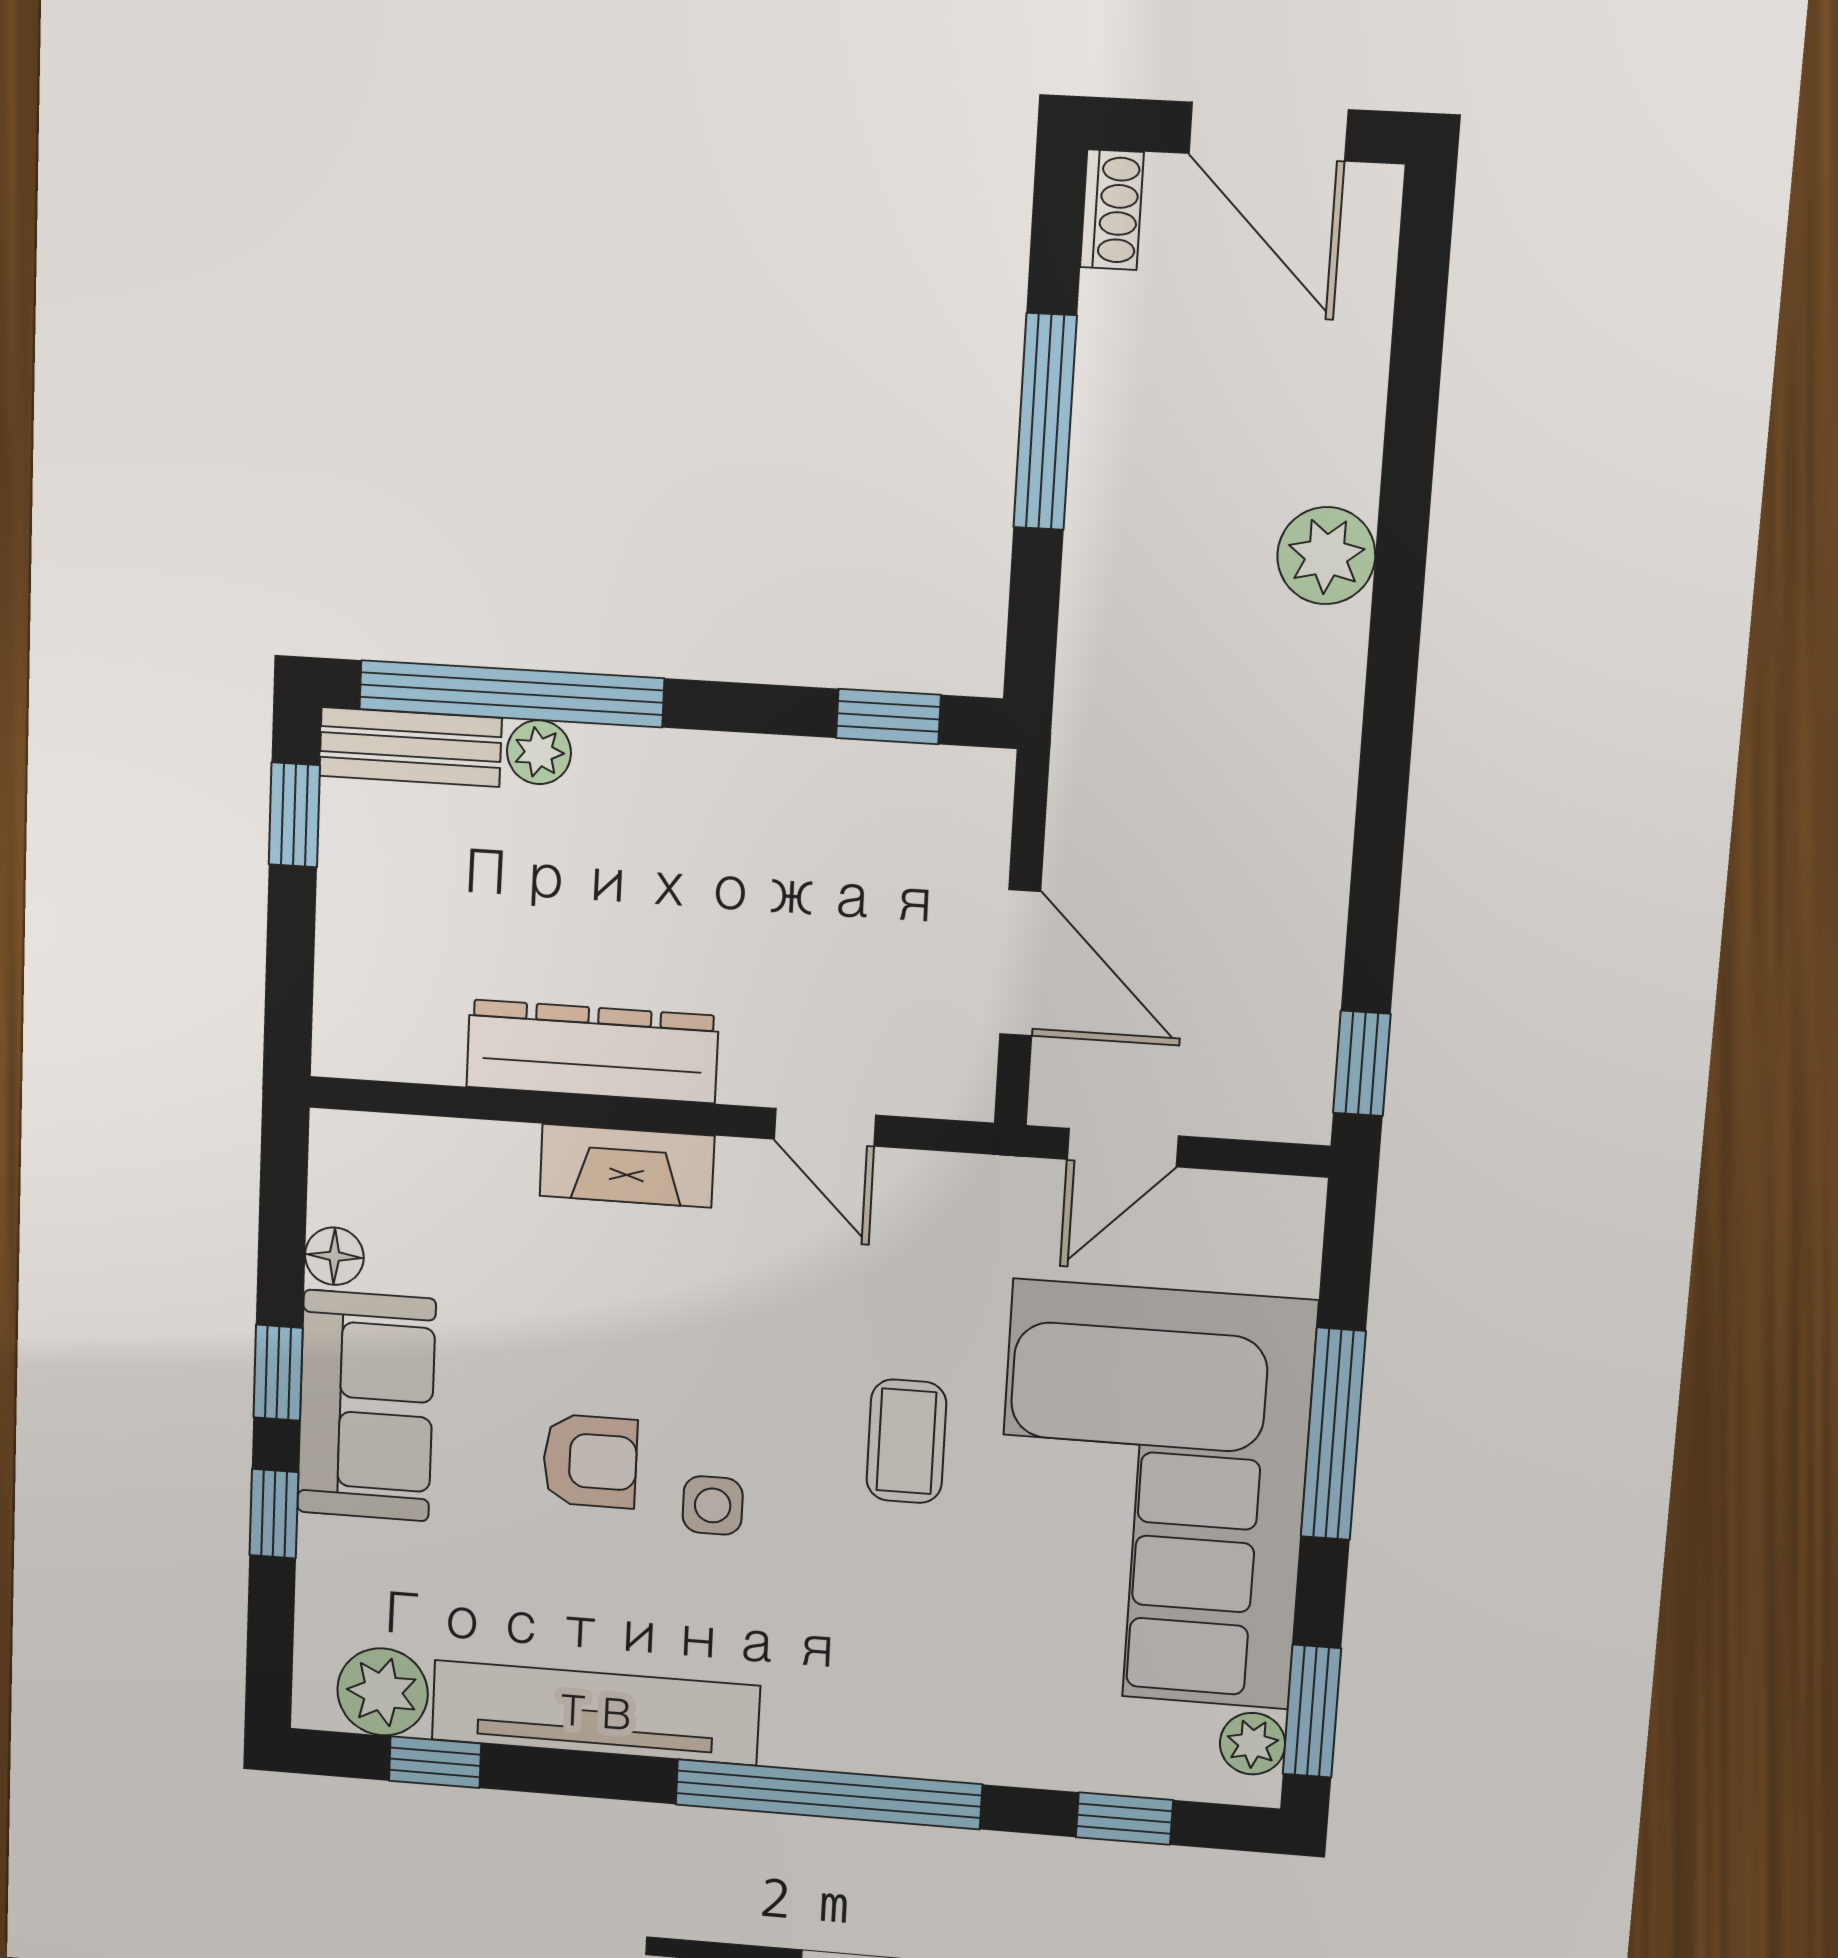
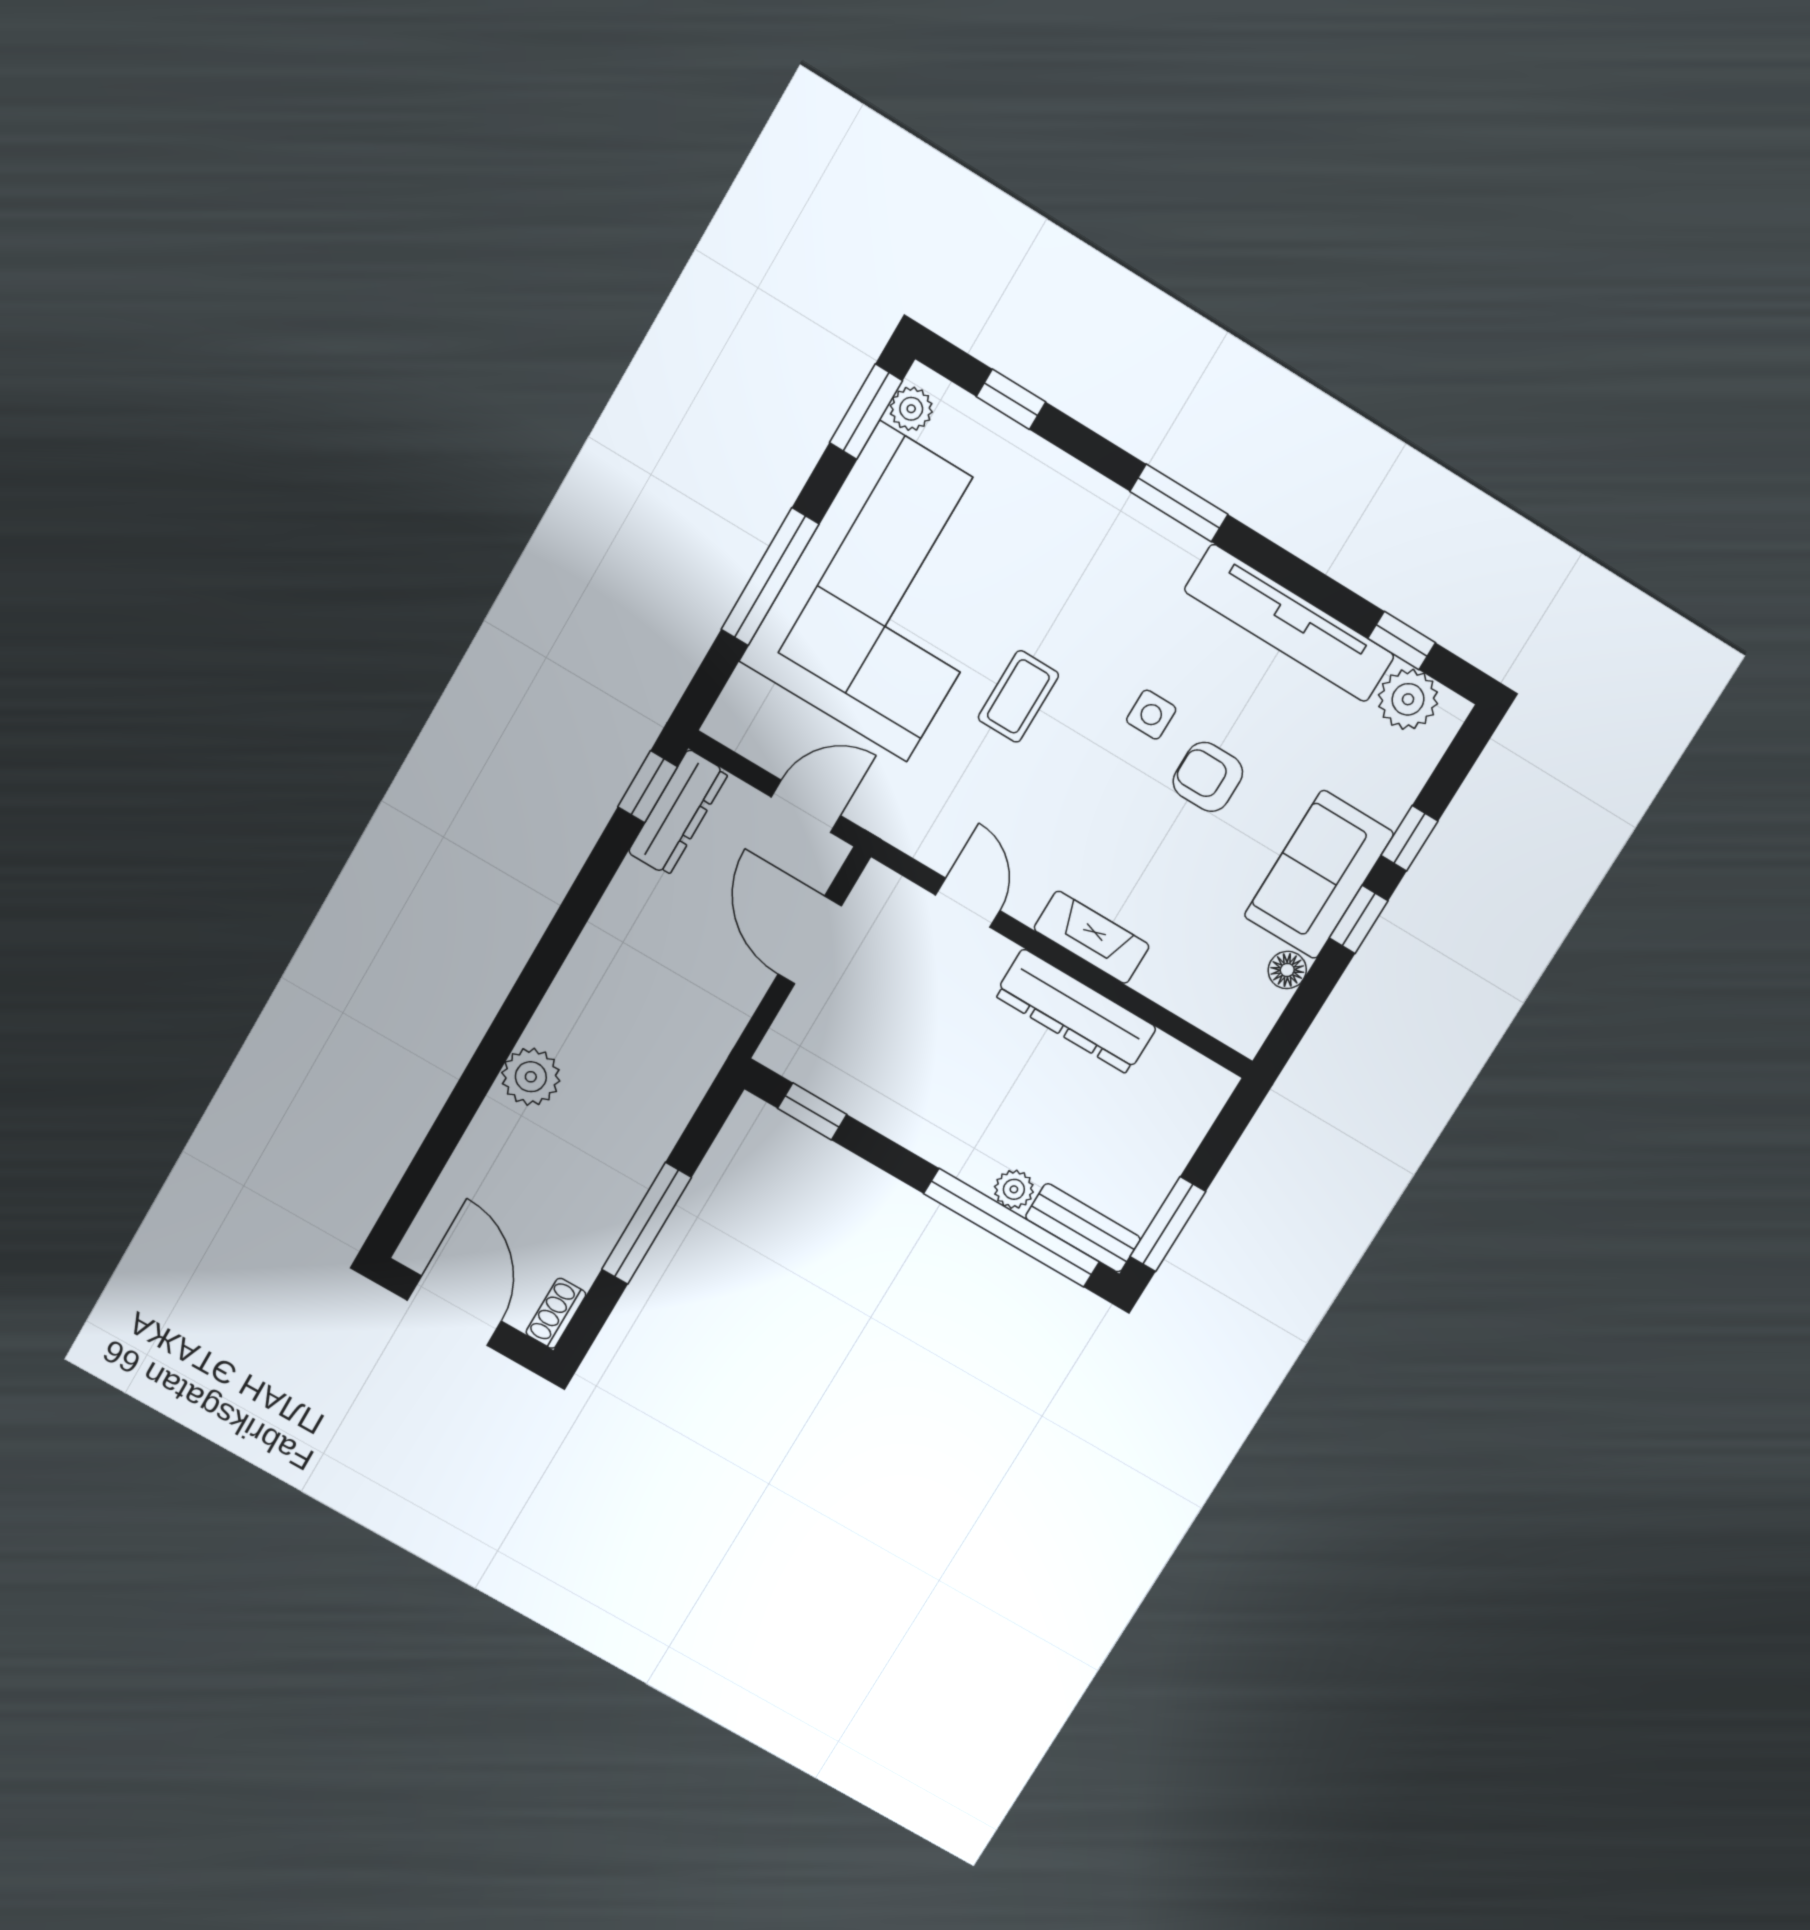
window: (294, 815) -> (1168, 1224), width x1.50
dresser: (1300, 1049) -> (678, 813), added
window: (828, 1794) -> (1179, 503), width x0.47

